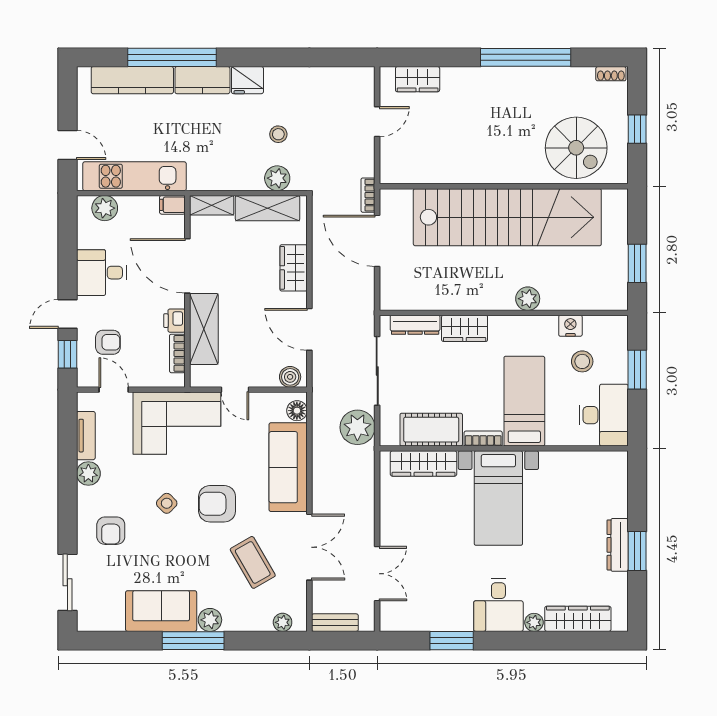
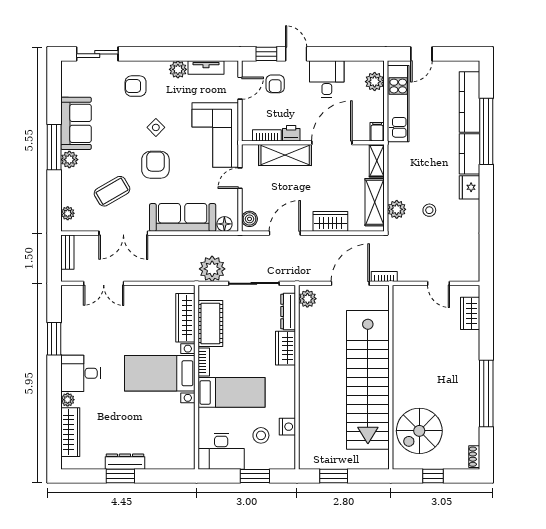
plant: (528, 299) -> (307, 299), moved

